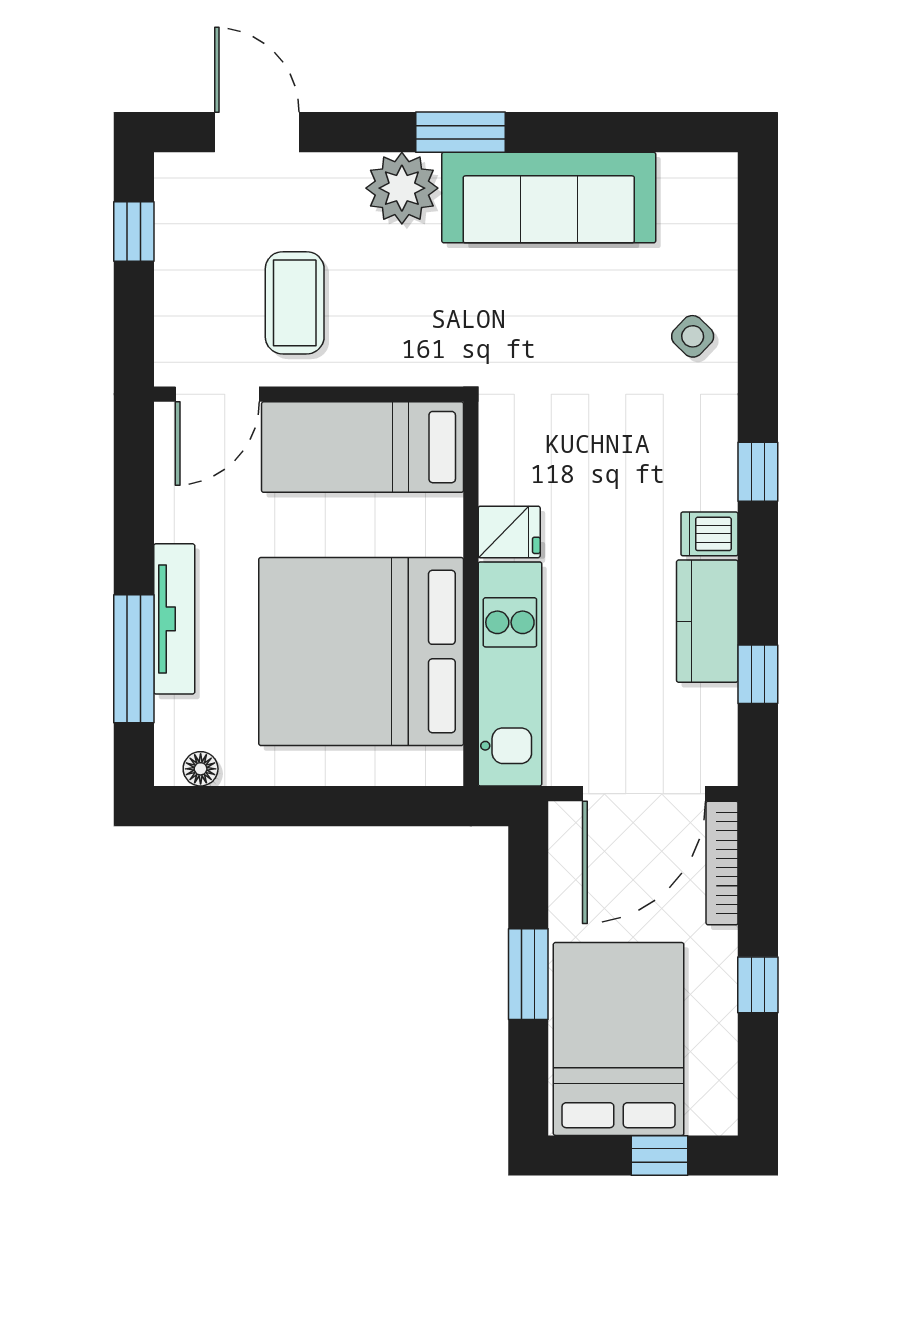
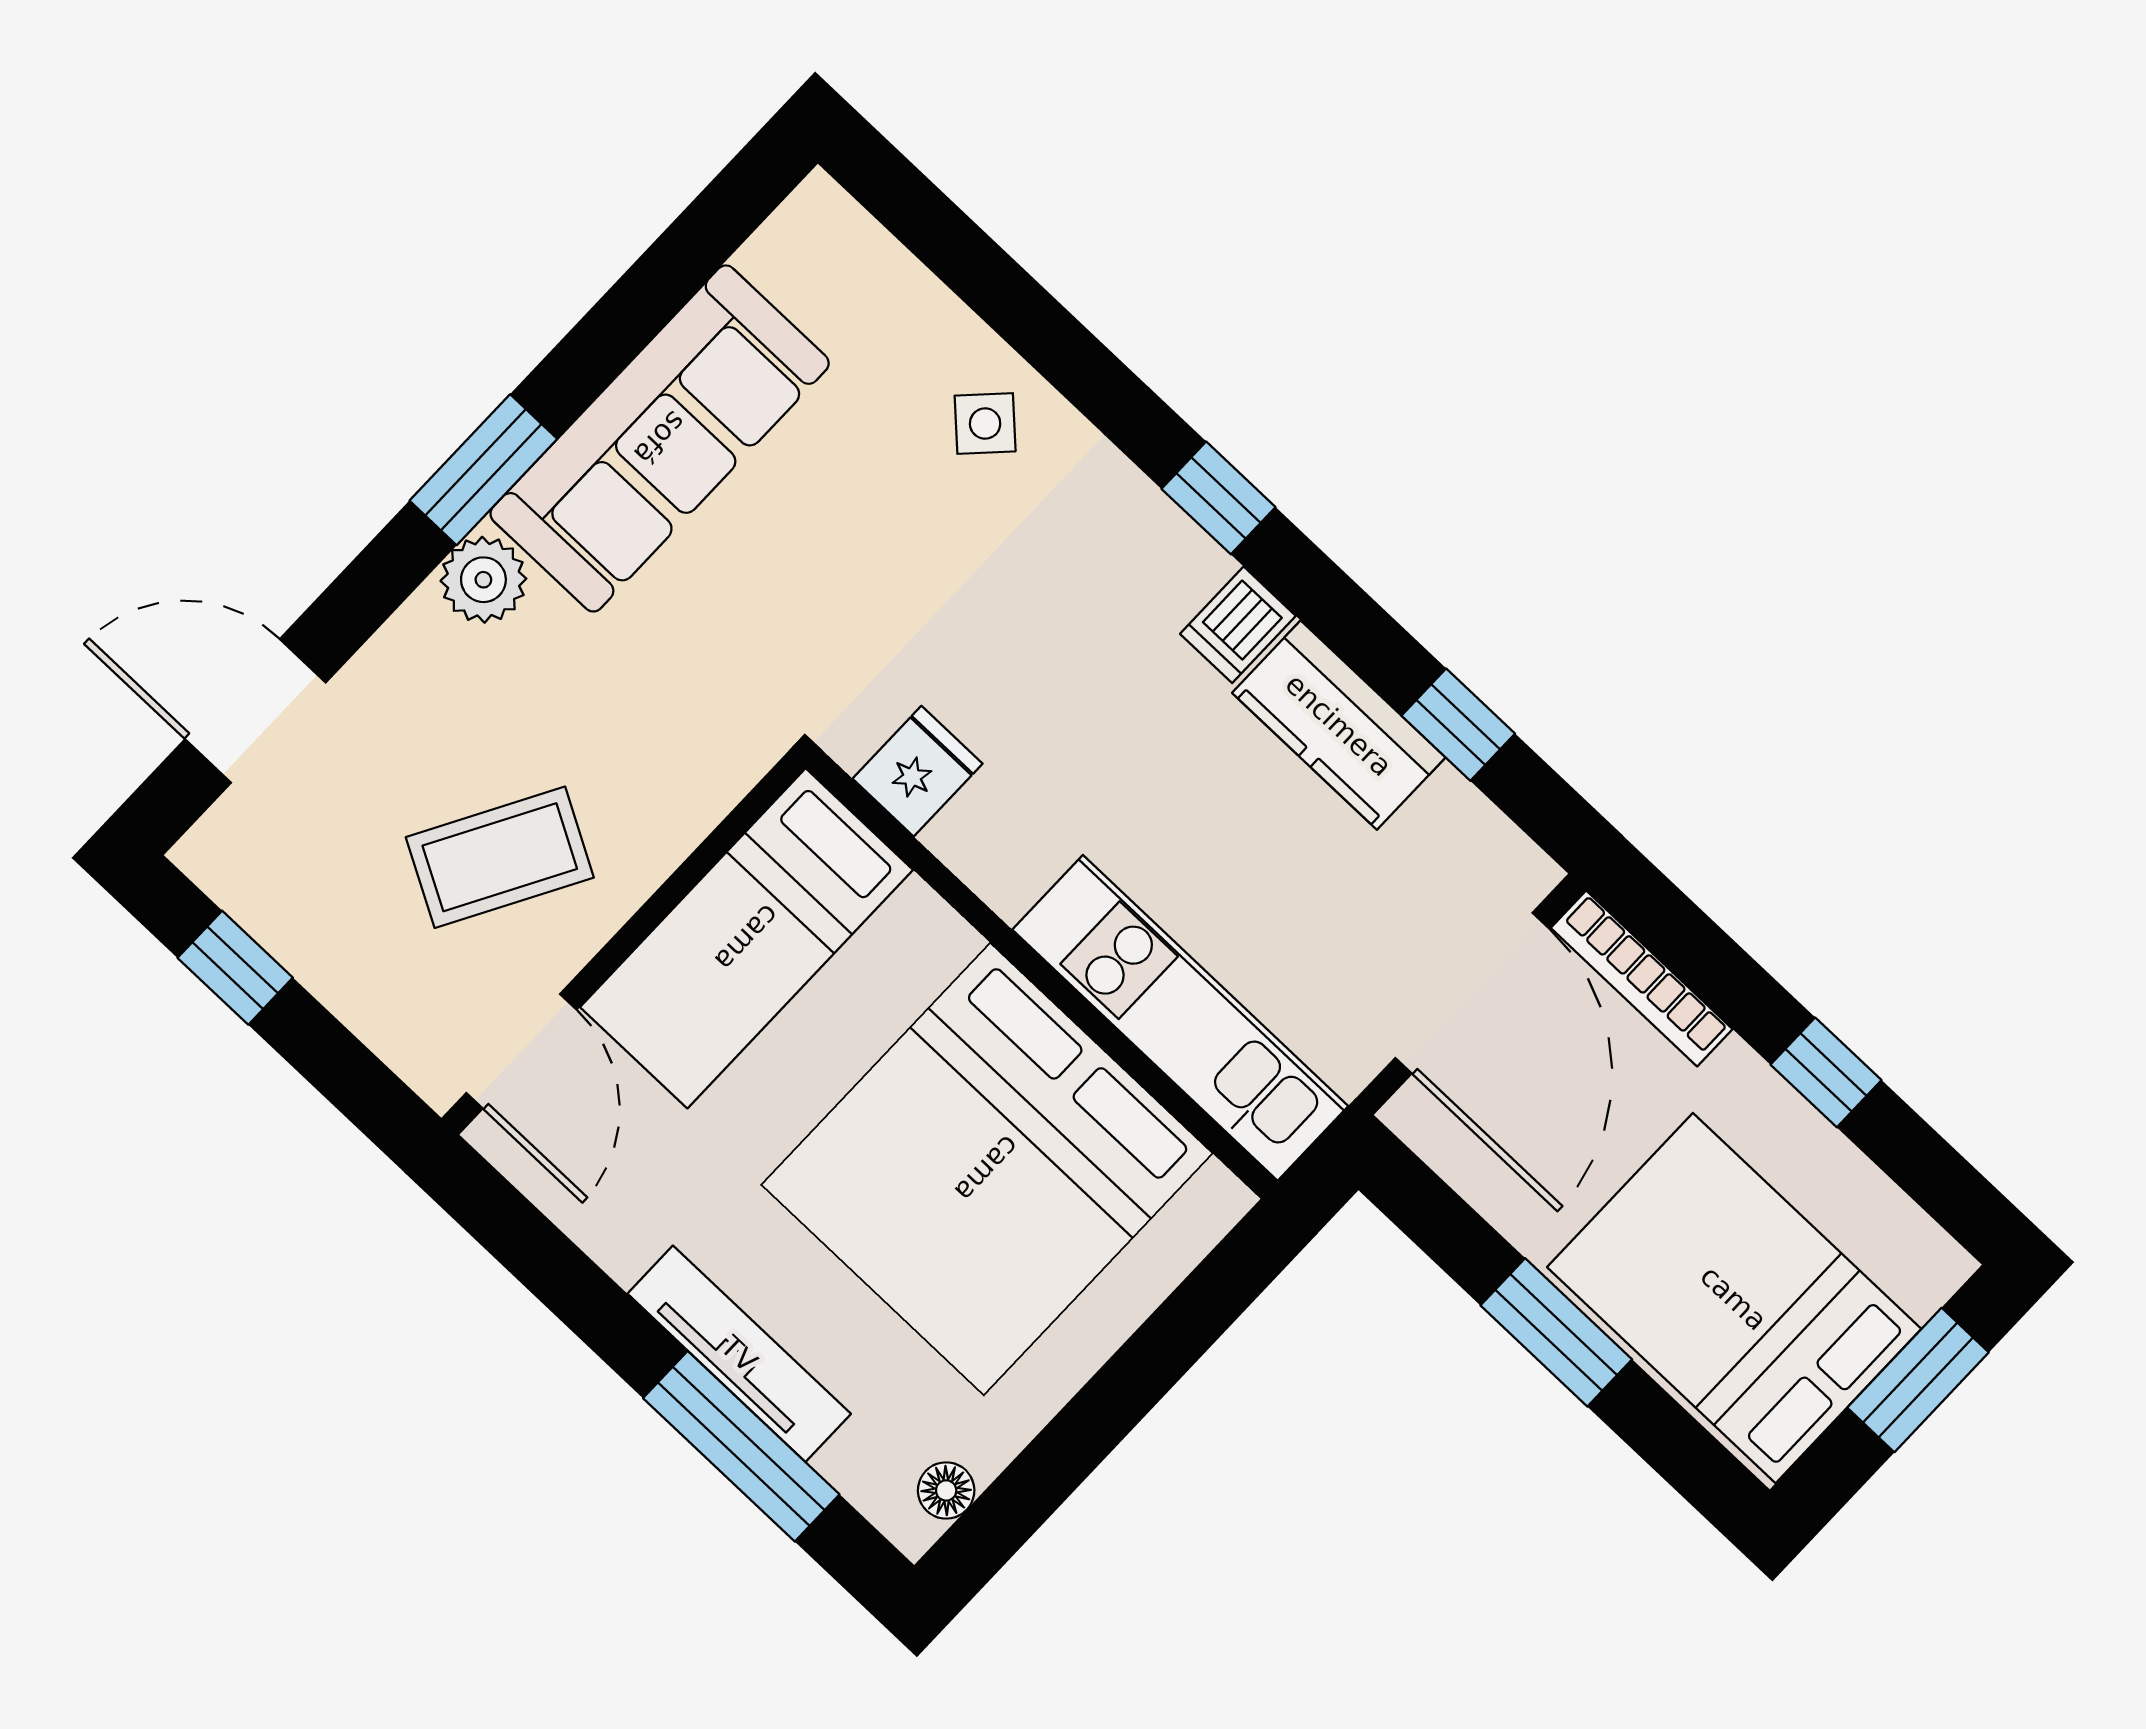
plant: (402, 188) -> (483, 580), width x0.73, depth x0.73
coffee table: (295, 303) -> (500, 857), turned -61
fridge: (509, 532) -> (918, 771), moved
window: (659, 1155) -> (1918, 1380), width x1.50

